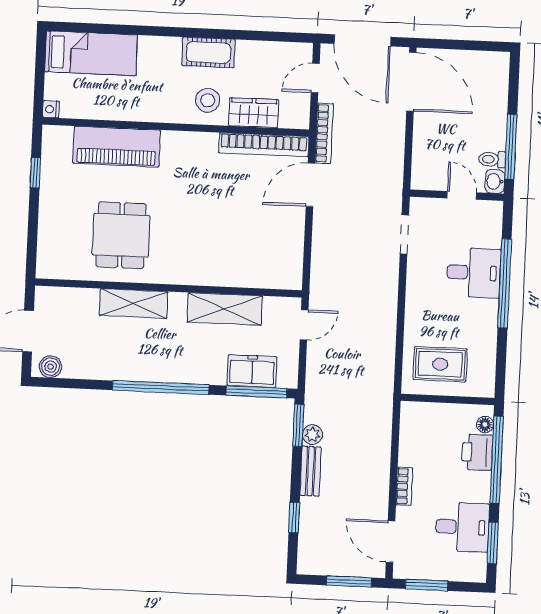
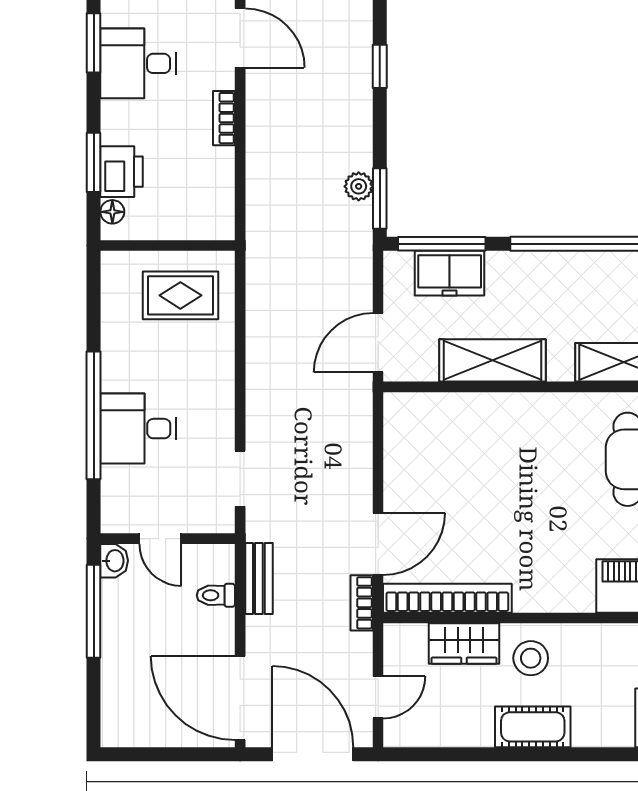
bookcase: (324, 133) -> (362, 603), width x0.64
toilet: (492, 159) -> (216, 595), moved, turned 180
door: (304, 325) -> (378, 343), width x1.38
window: (497, 460) -> (94, 162), width x0.47
bench: (311, 471) -> (259, 579), moved

